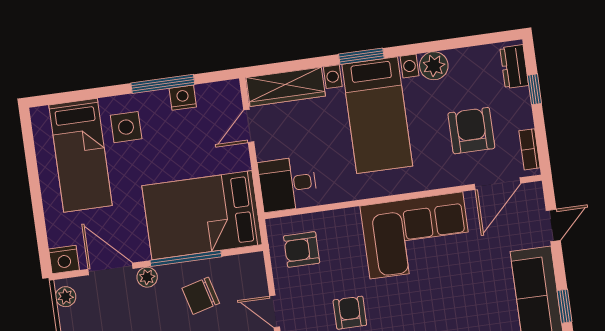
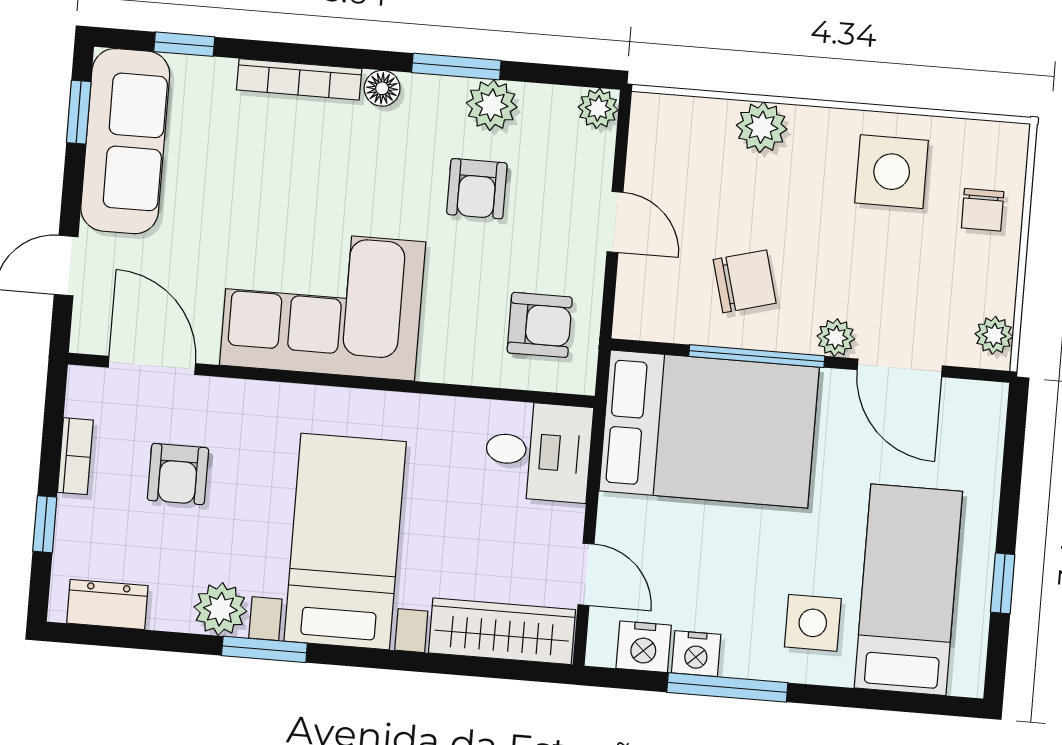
window: (361, 56) -> (264, 649), moved
dresser: (514, 67) -> (107, 604), moved, turned -90
door: (249, 126) -> (586, 574), hinge flipped
armchair: (471, 131) -> (178, 474), width x0.72, depth x0.72
bookcase: (529, 149) -> (75, 456), moved
window: (32, 169) -> (1003, 583), added
door: (497, 184) -> (152, 365), hinge flipped
nightstand: (64, 259) -> (644, 647), moved, turned 180

